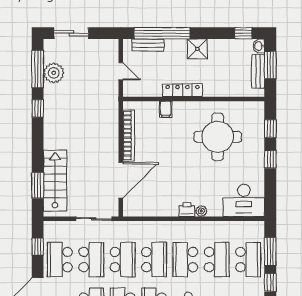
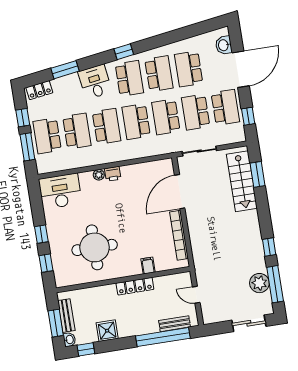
shower: (197, 49) -> (107, 331), moved
school desk: (217, 260) -> (77, 131), turned 180

